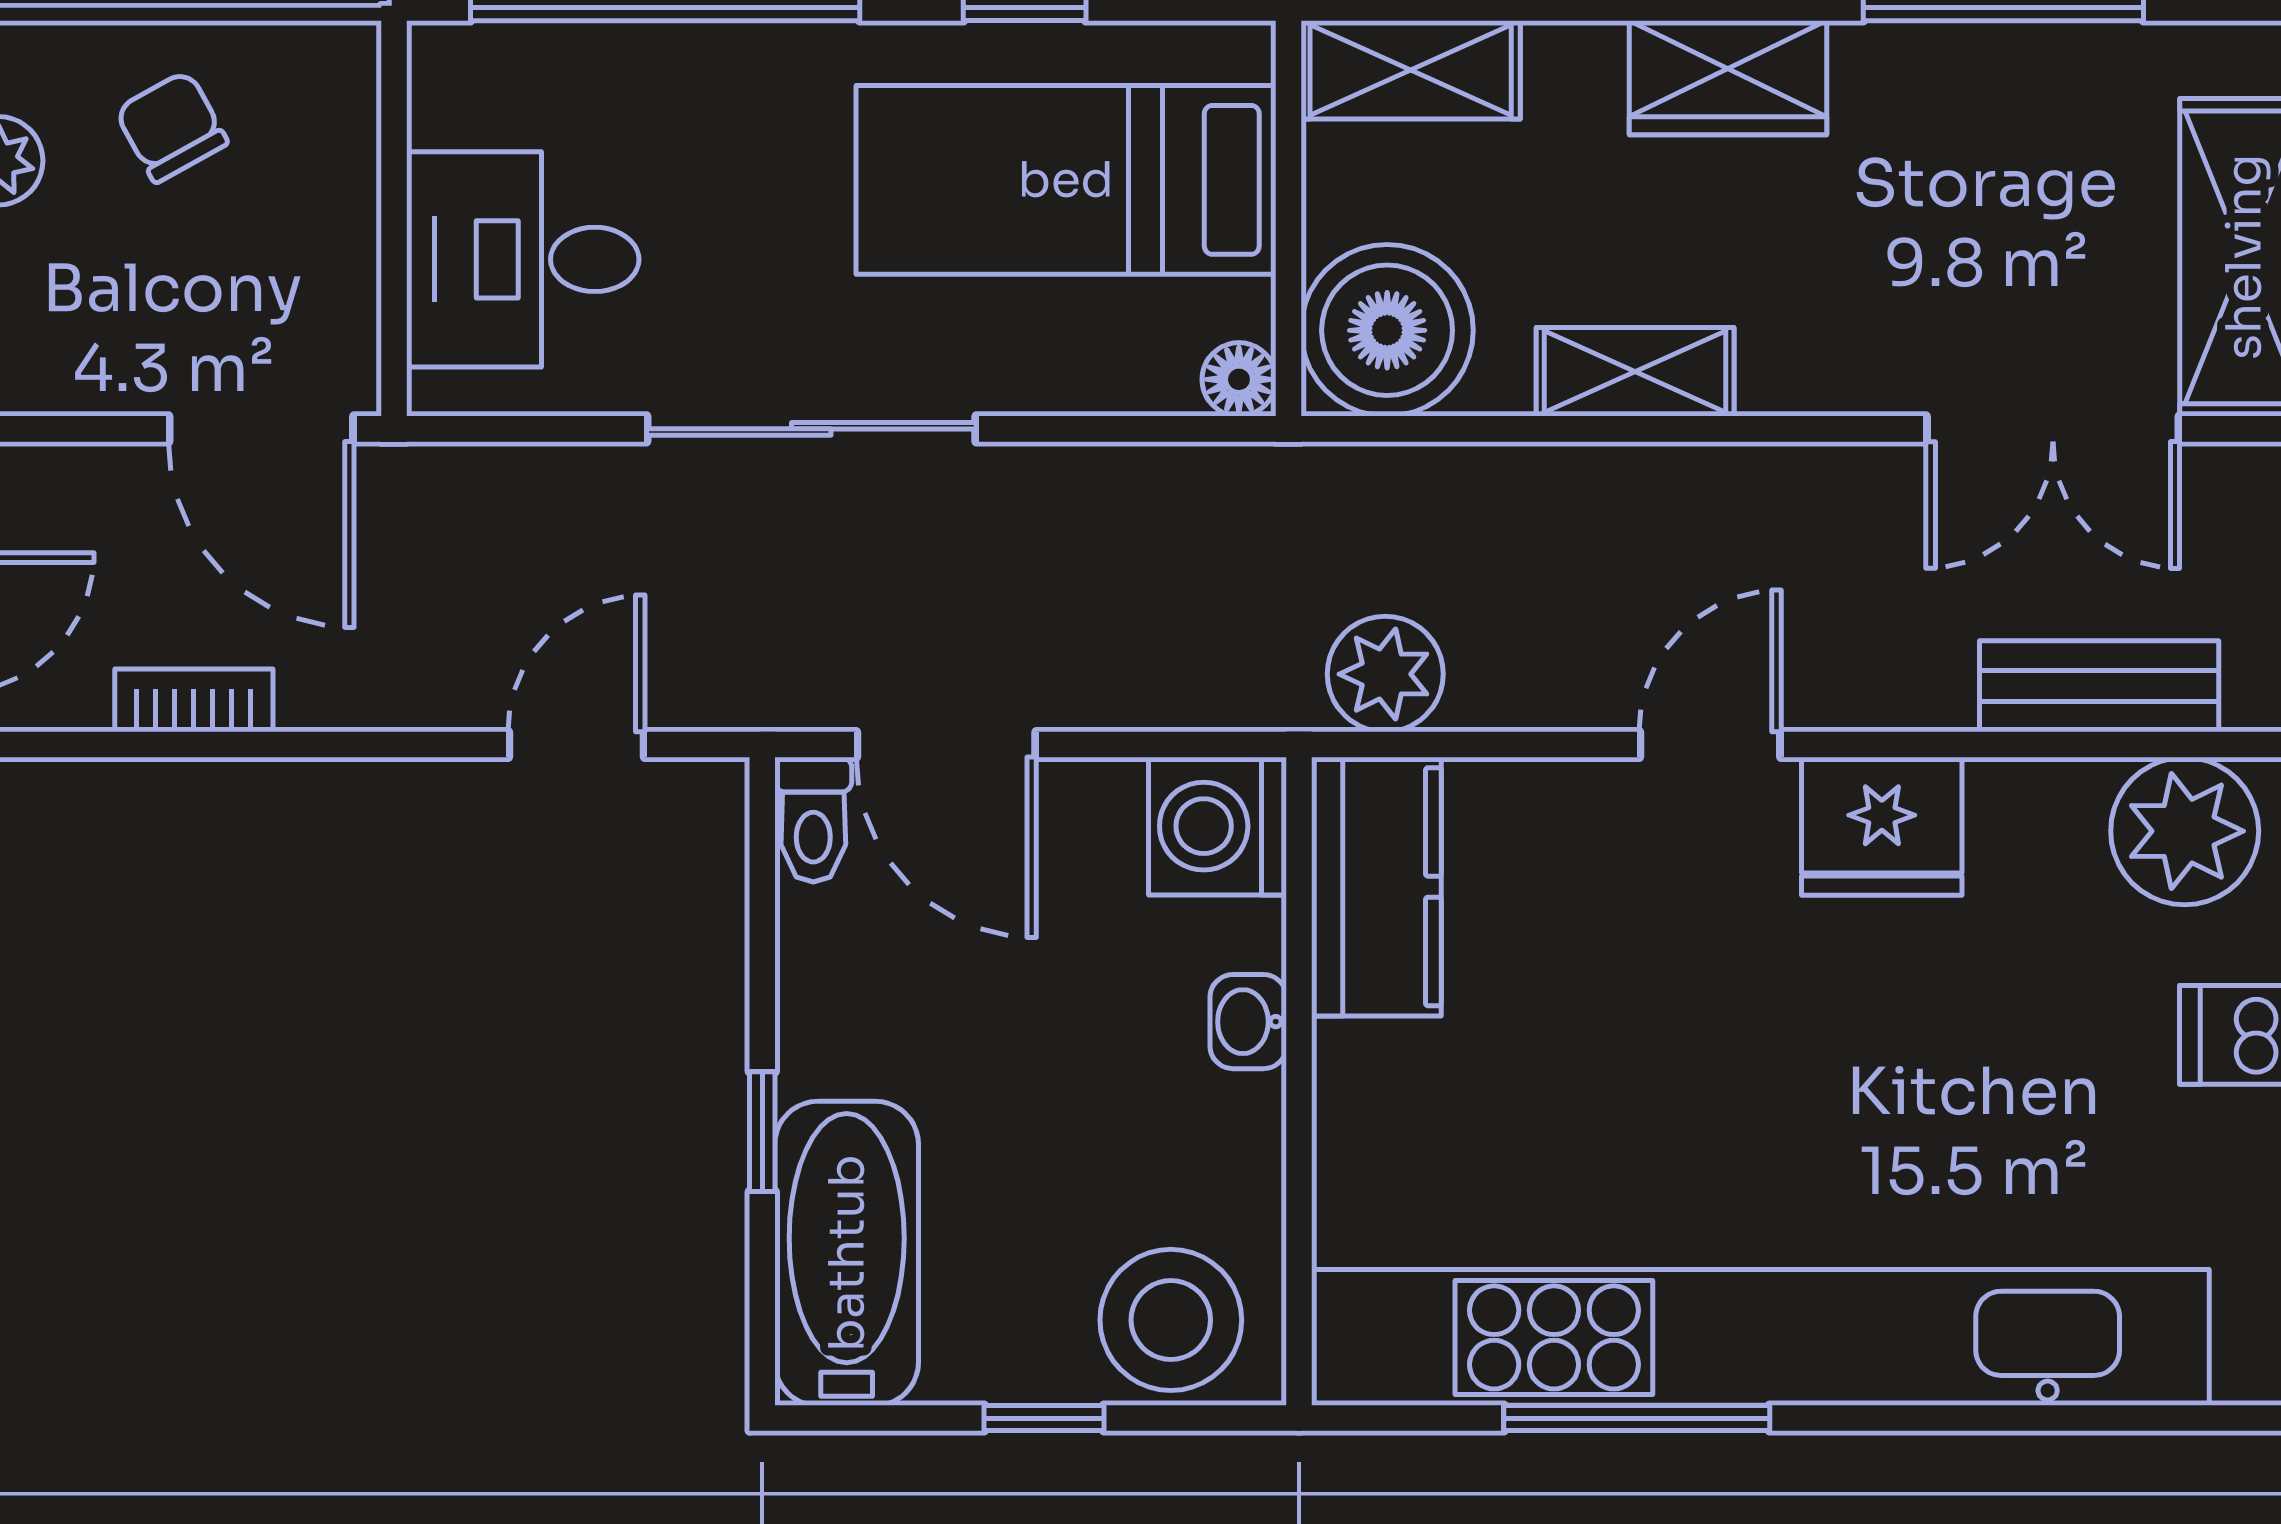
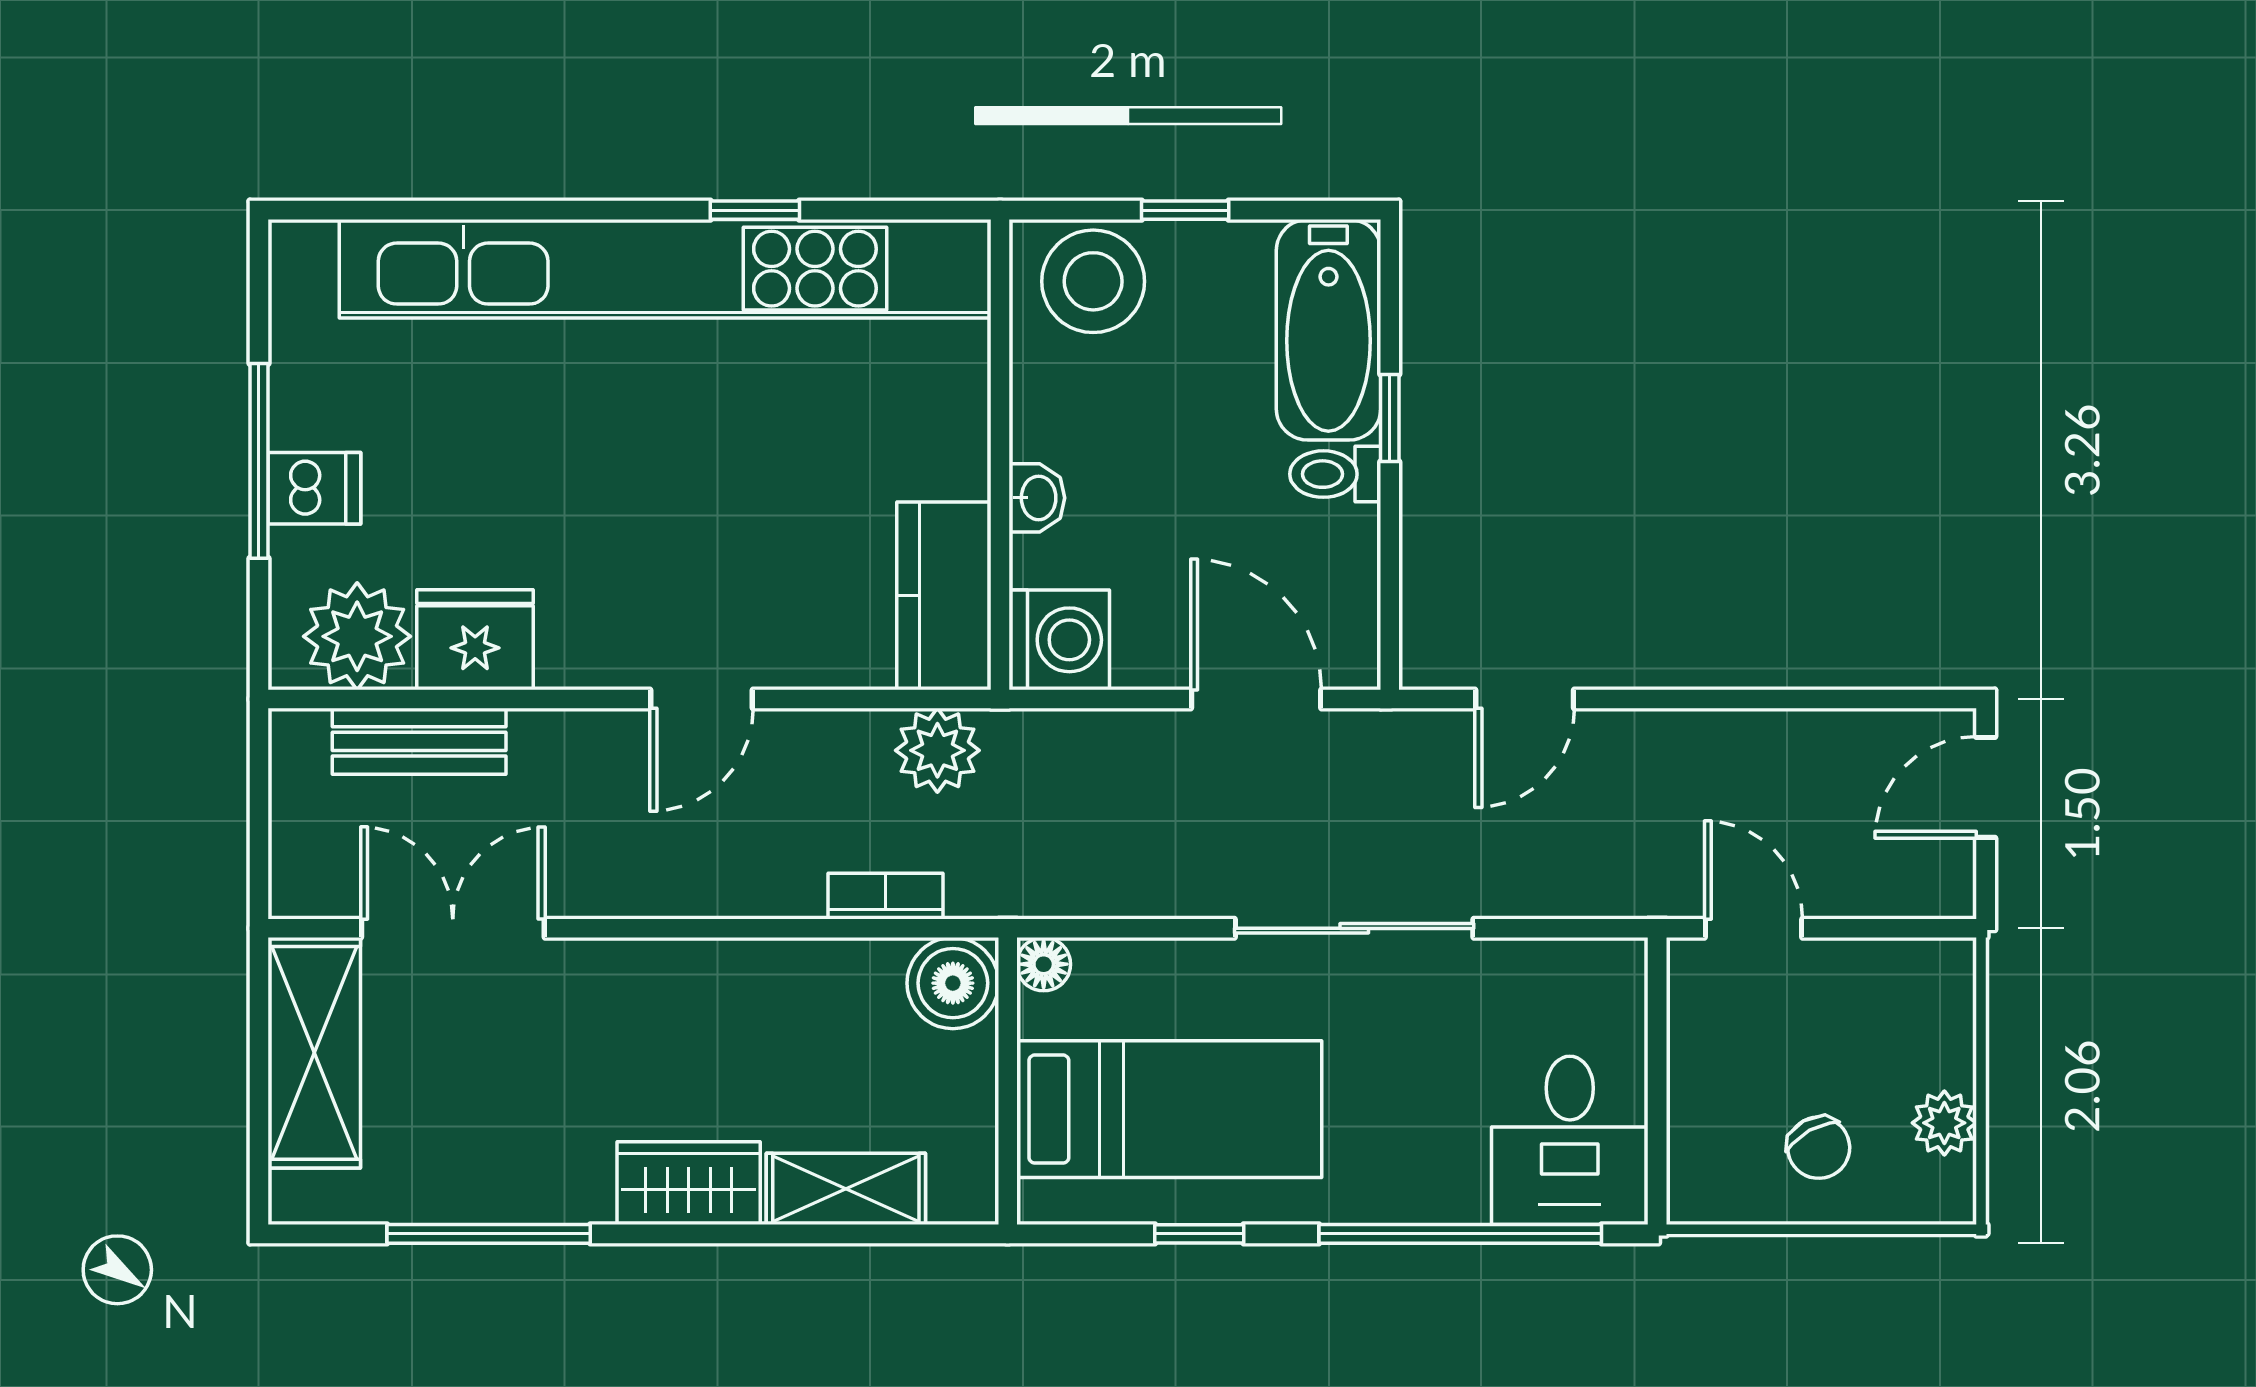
shelving: (1411, 70) -> (846, 1189), moved
desk: (523, 259) -> (1570, 1140), moved, turned 90
boiler: (1387, 330) -> (953, 983), width x0.73, depth x0.73
shelving: (1635, 372) -> (756, 970), removed
door: (261, 429) -> (1754, 928), width x0.73
bookcase: (194, 700) -> (885, 896), moved, turned 180
toilet: (813, 820) -> (1335, 474), moved, turned -90
fridge: (1882, 826) -> (475, 640), moved
window: (1637, 1418) -> (755, 210), width x0.46

